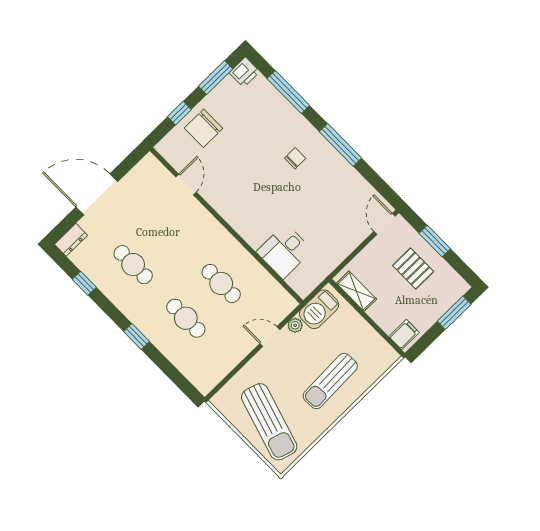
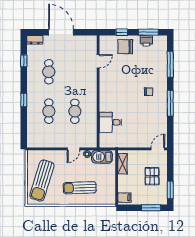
printer: (244, 72) -> (146, 41), moved
window: (435, 241) -> (170, 190), moved
door: (270, 337) -> (74, 149), swing flipped

